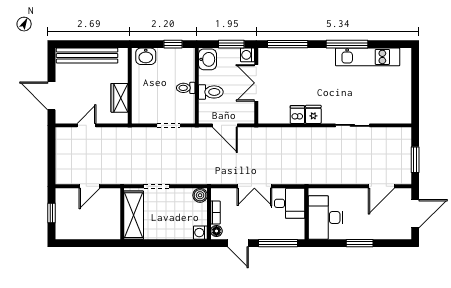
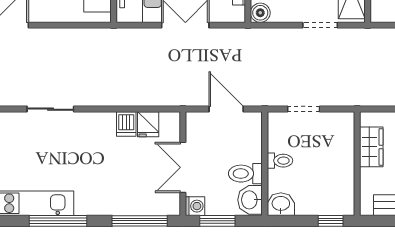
window: (173, 44) -> (331, 221), moved
washbasin: (146, 56) -> (281, 204), moved
double door: (256, 83) -> (183, 167), swing flipped
toilet: (211, 92) -> (245, 174), moved
fridge: (313, 114) -> (148, 124), moved

